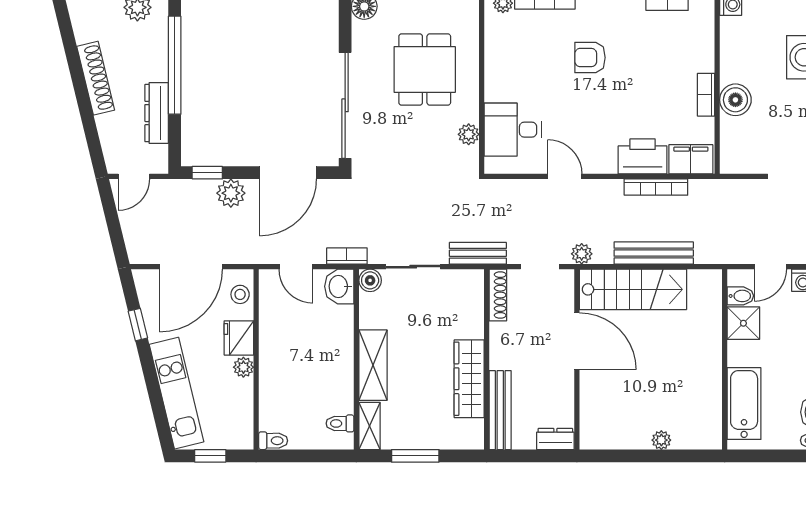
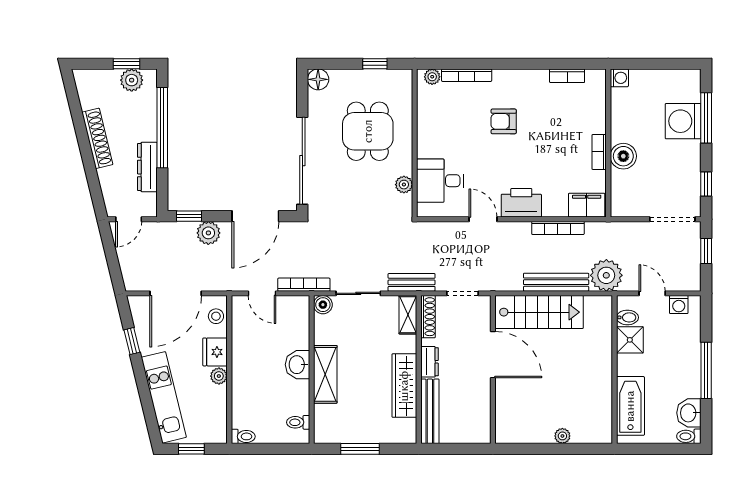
printer: (643, 156) -> (521, 203), moved
plant: (582, 254) -> (606, 275), moved, width x1.88, depth x1.88
bookcase: (347, 256) -> (304, 285), width x1.56
door: (770, 267) -> (652, 293), swing flipped
washbasin: (339, 286) -> (297, 365), moved
shelving: (369, 426) -> (408, 315), moved
dresser: (555, 439) -> (429, 362), moved, turned 90

